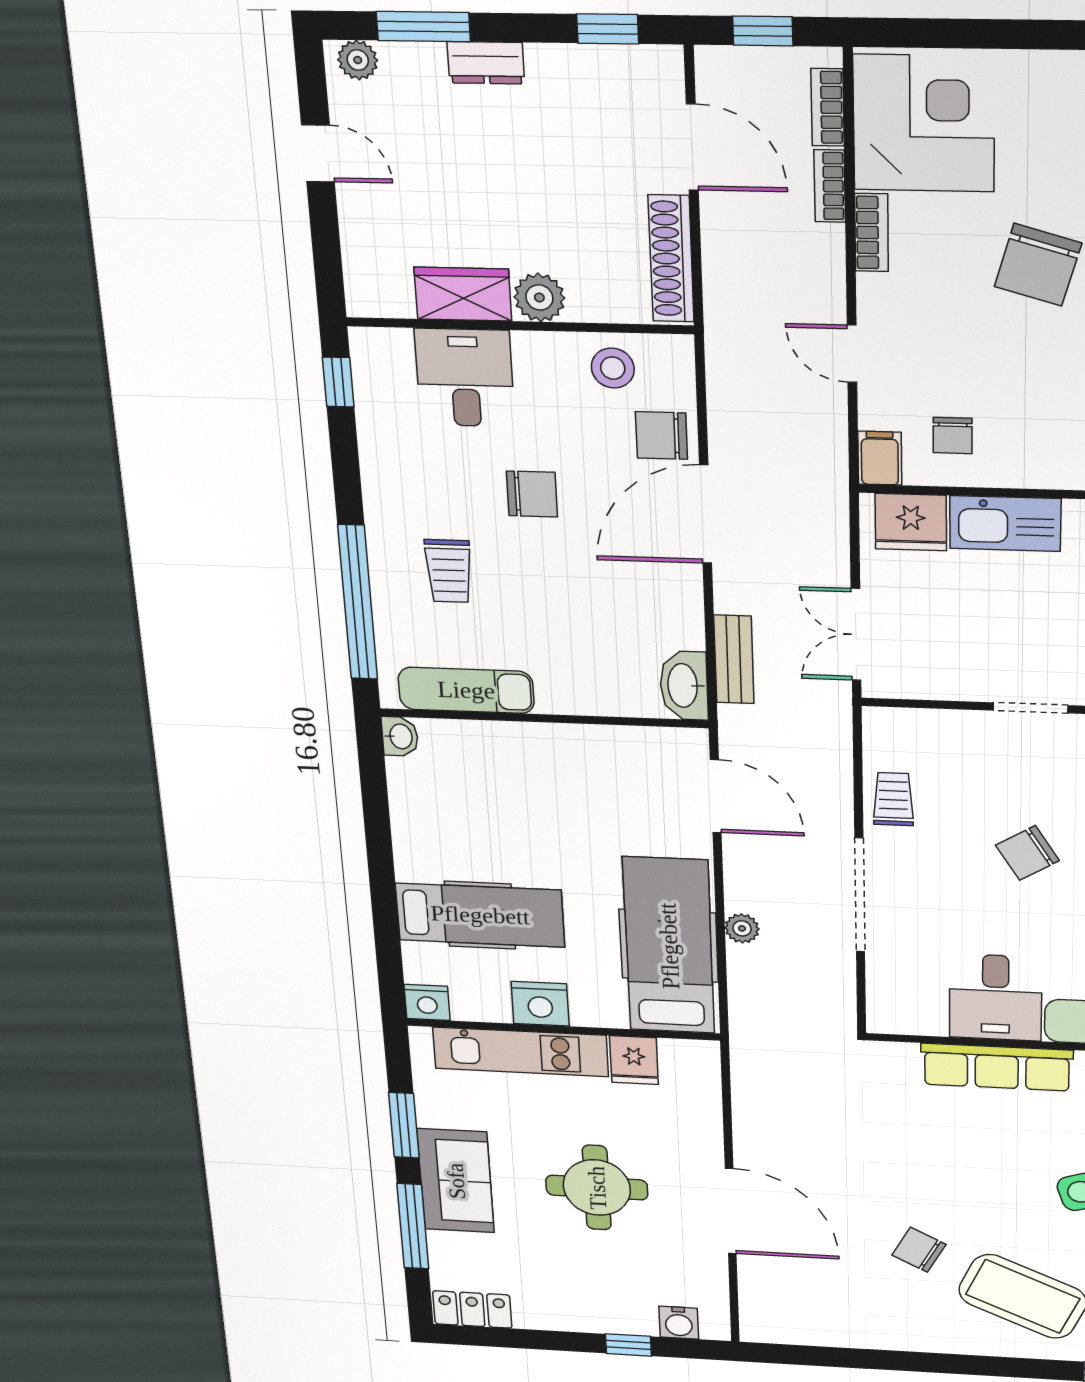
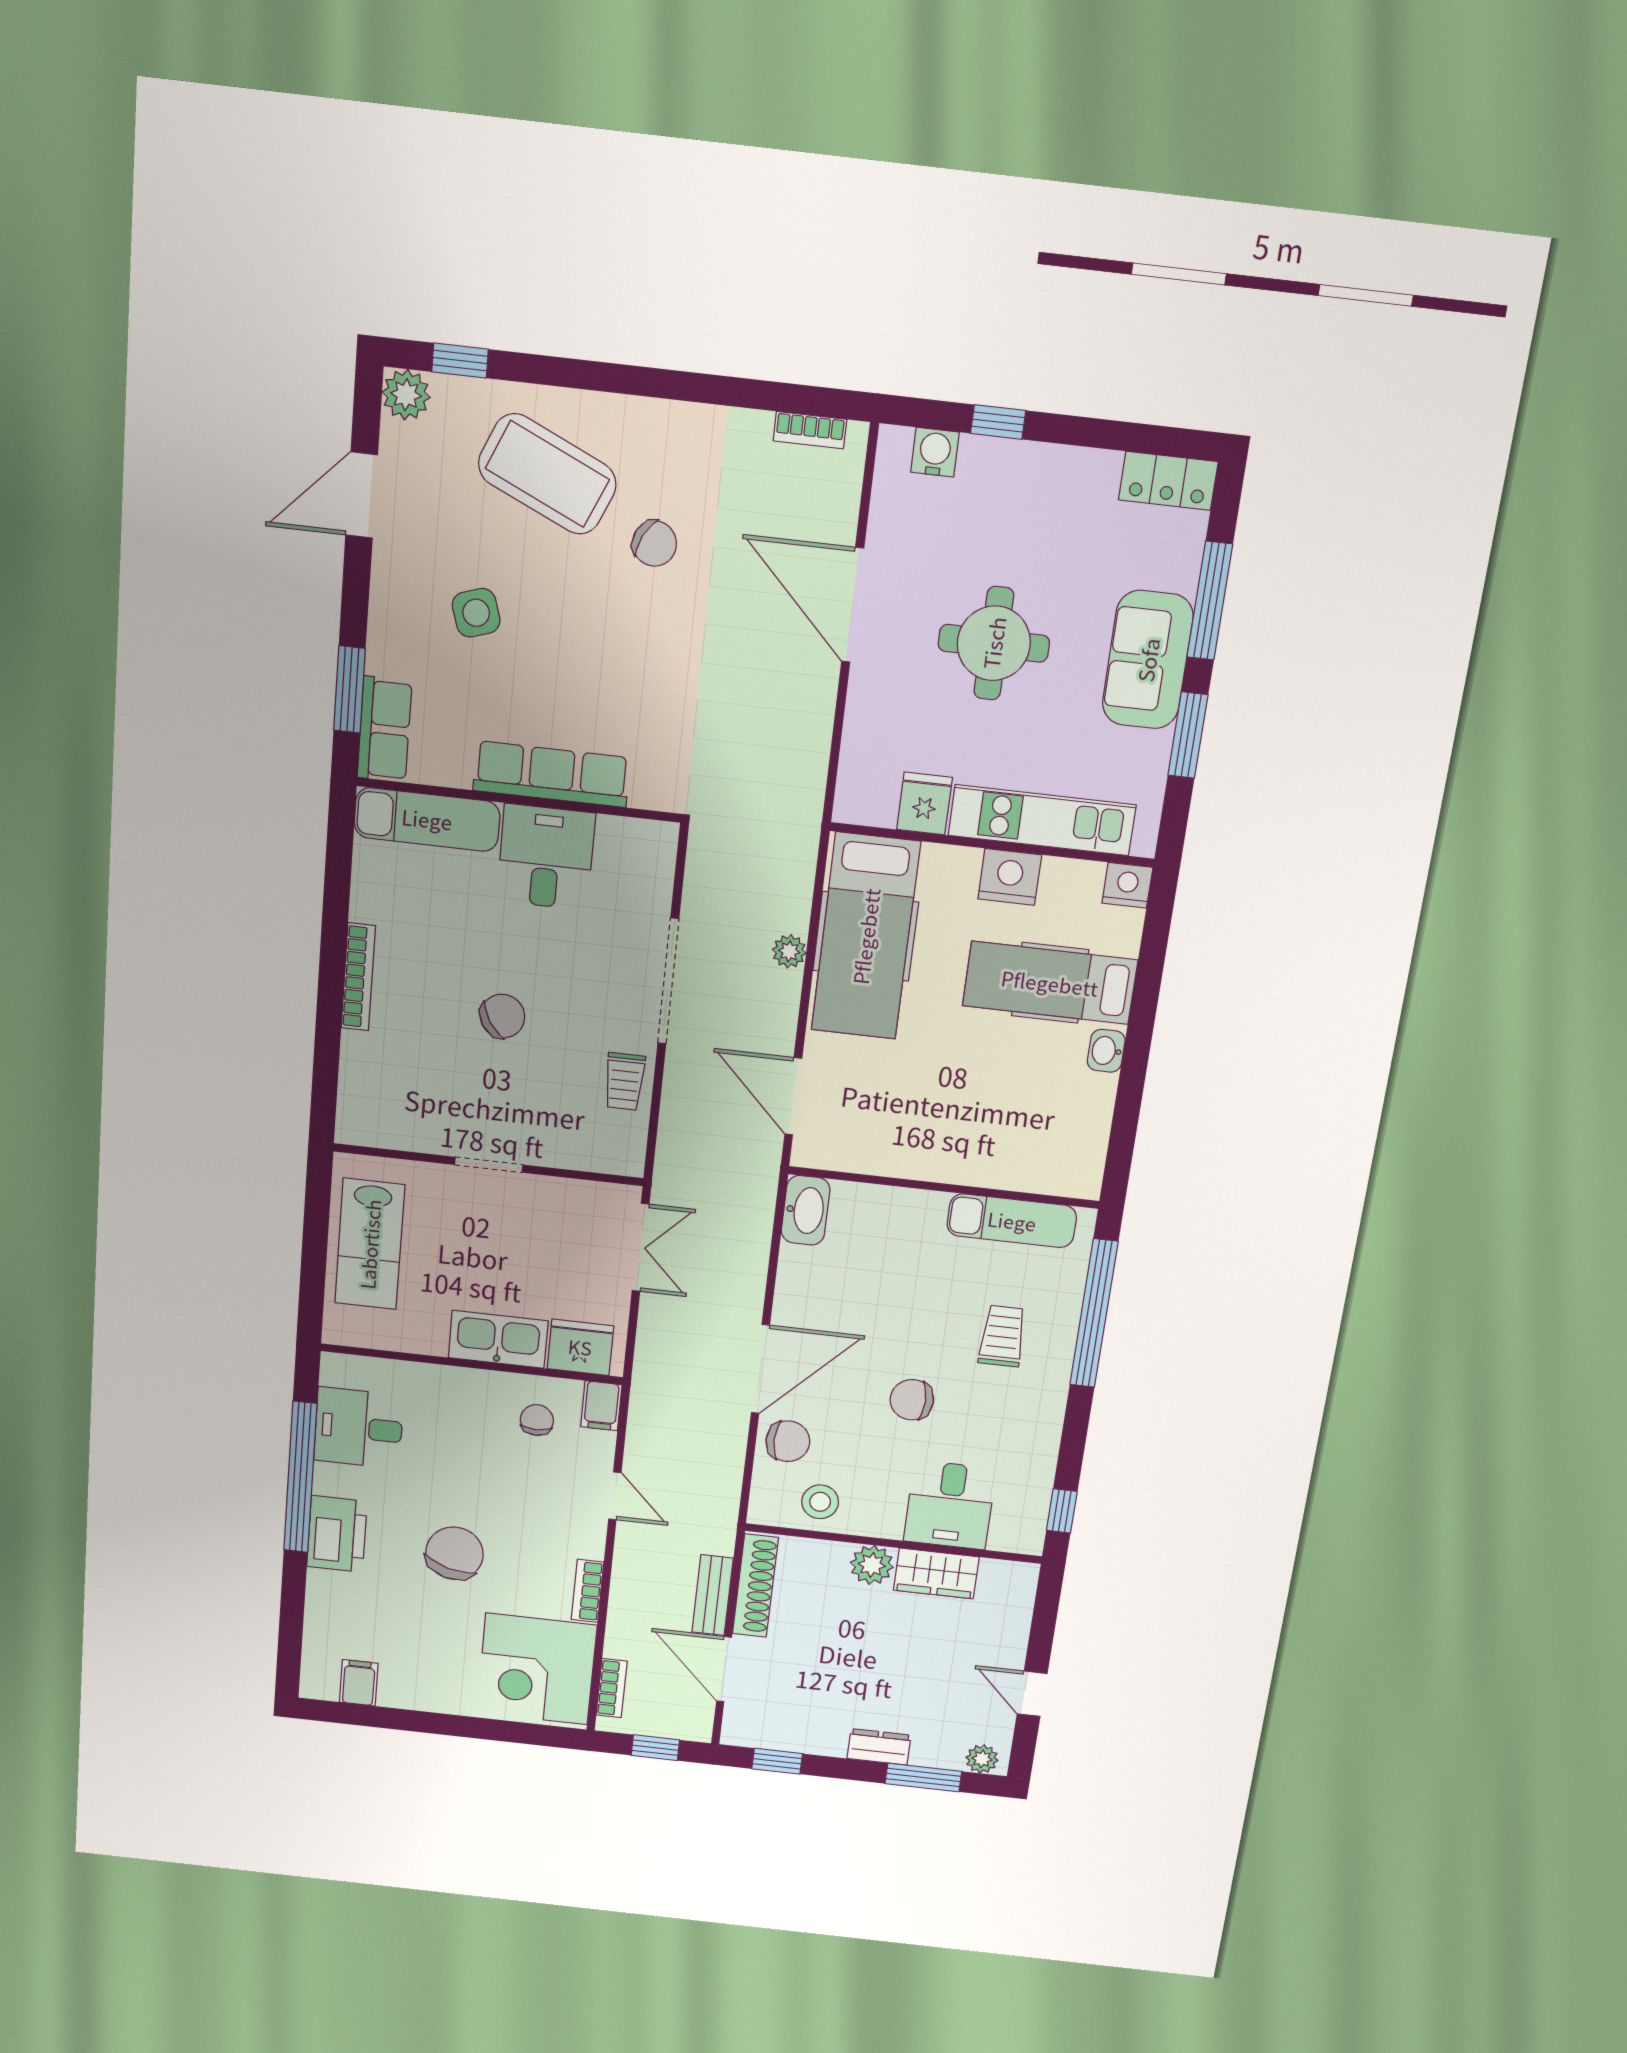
bookcase: (830, 186) -> (810, 430), moved, turned 90
bench: (734, 659) -> (713, 1595), moved
washbasin: (400, 736) -> (1106, 1051), moved

